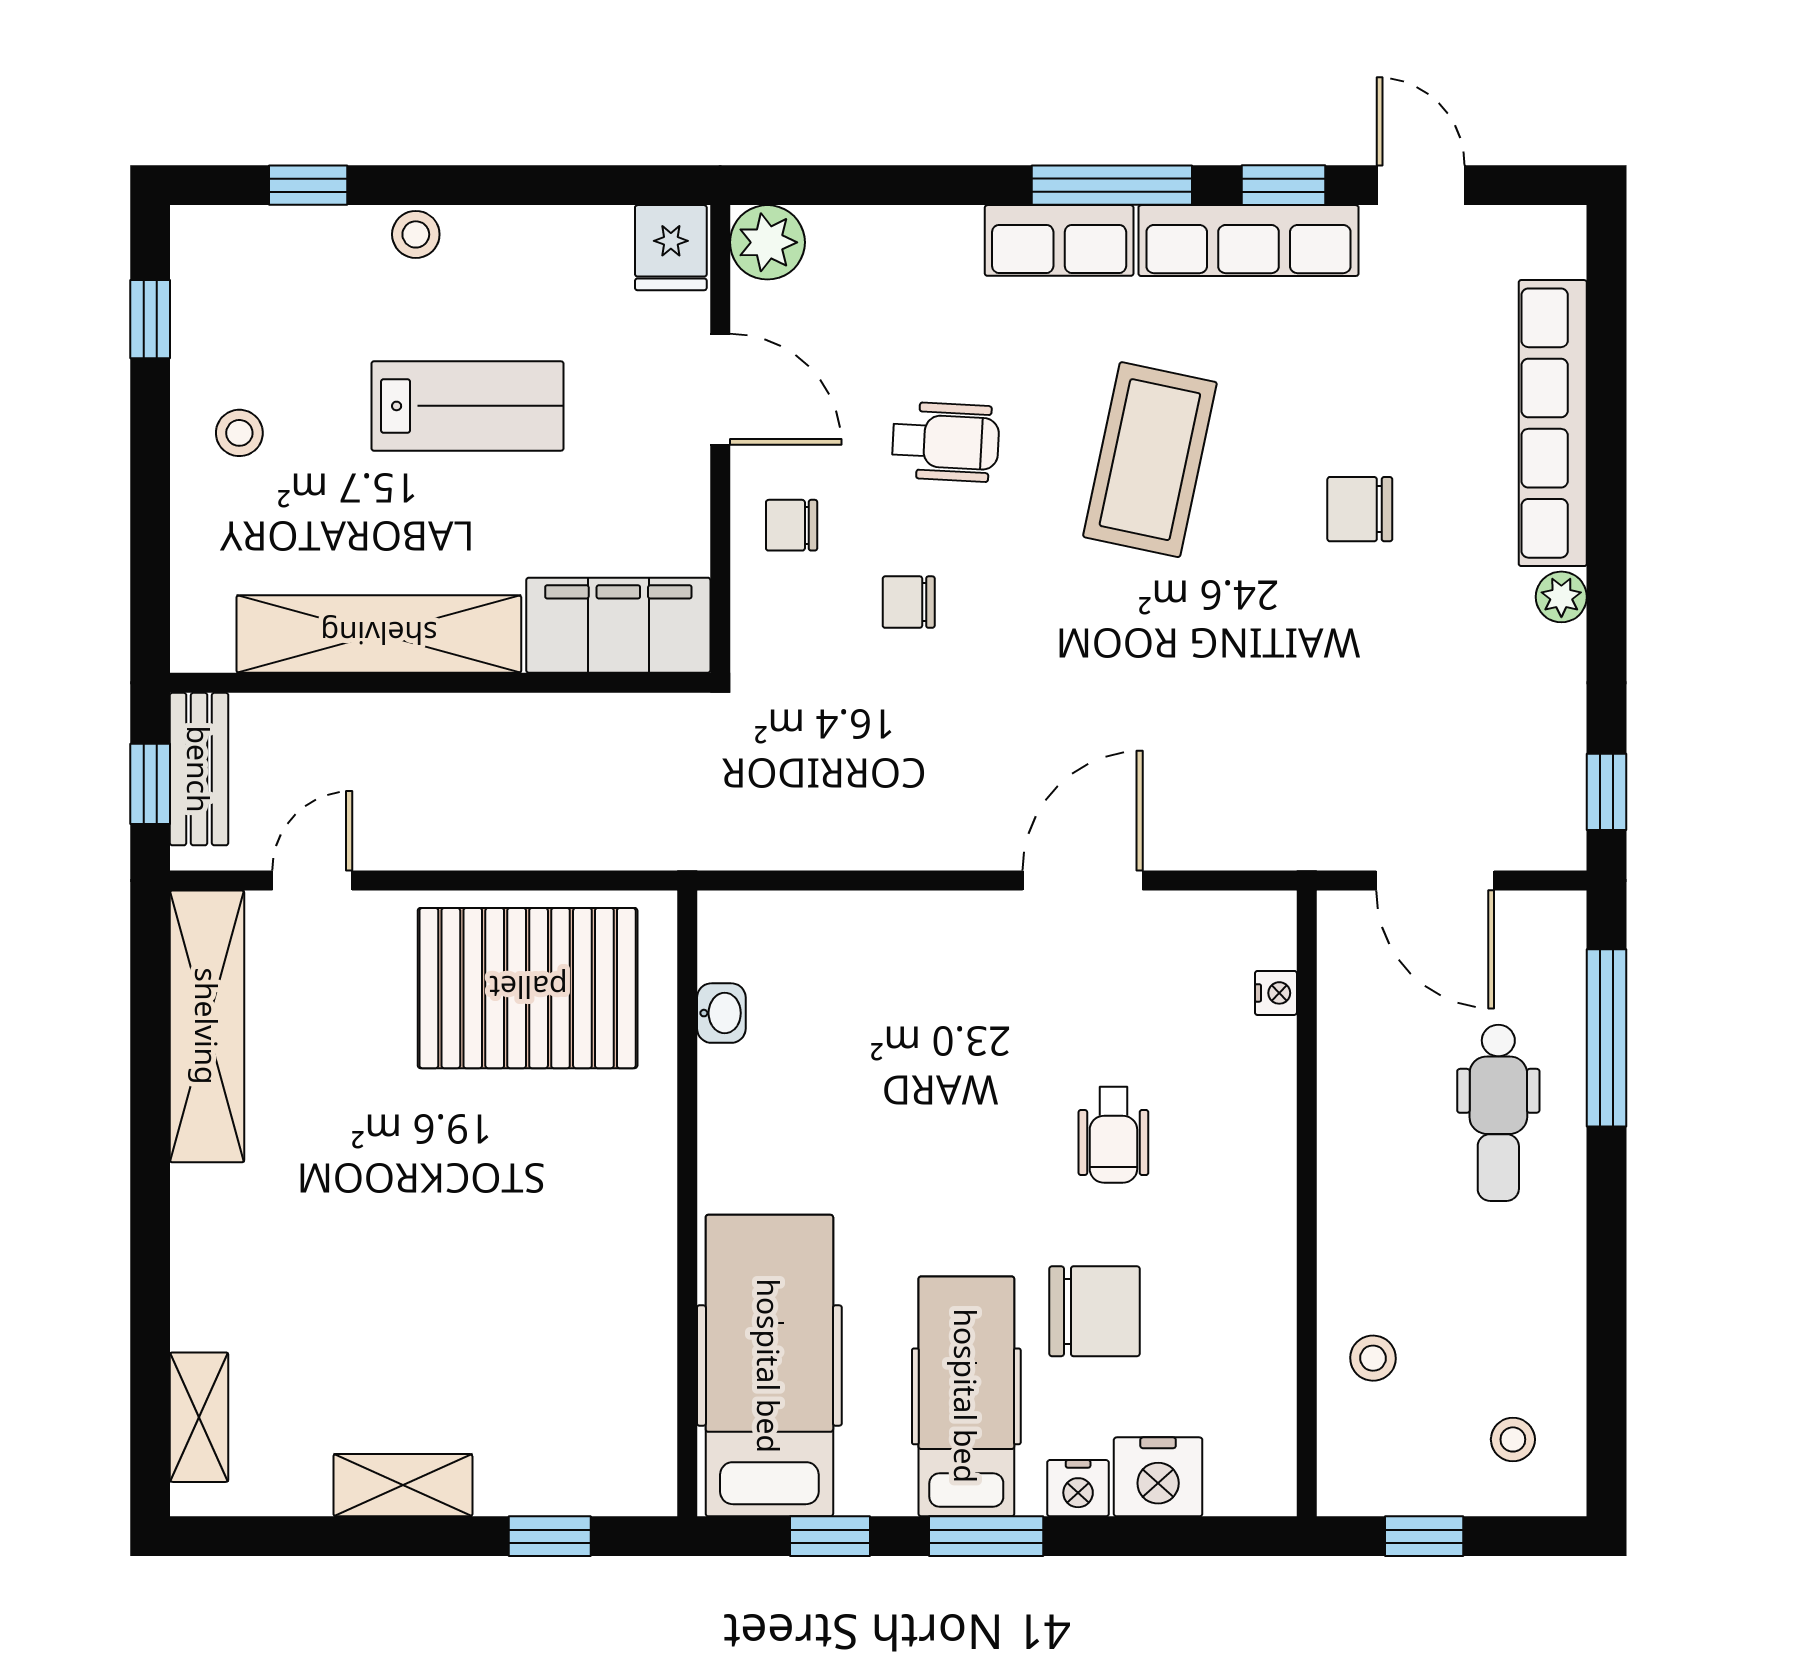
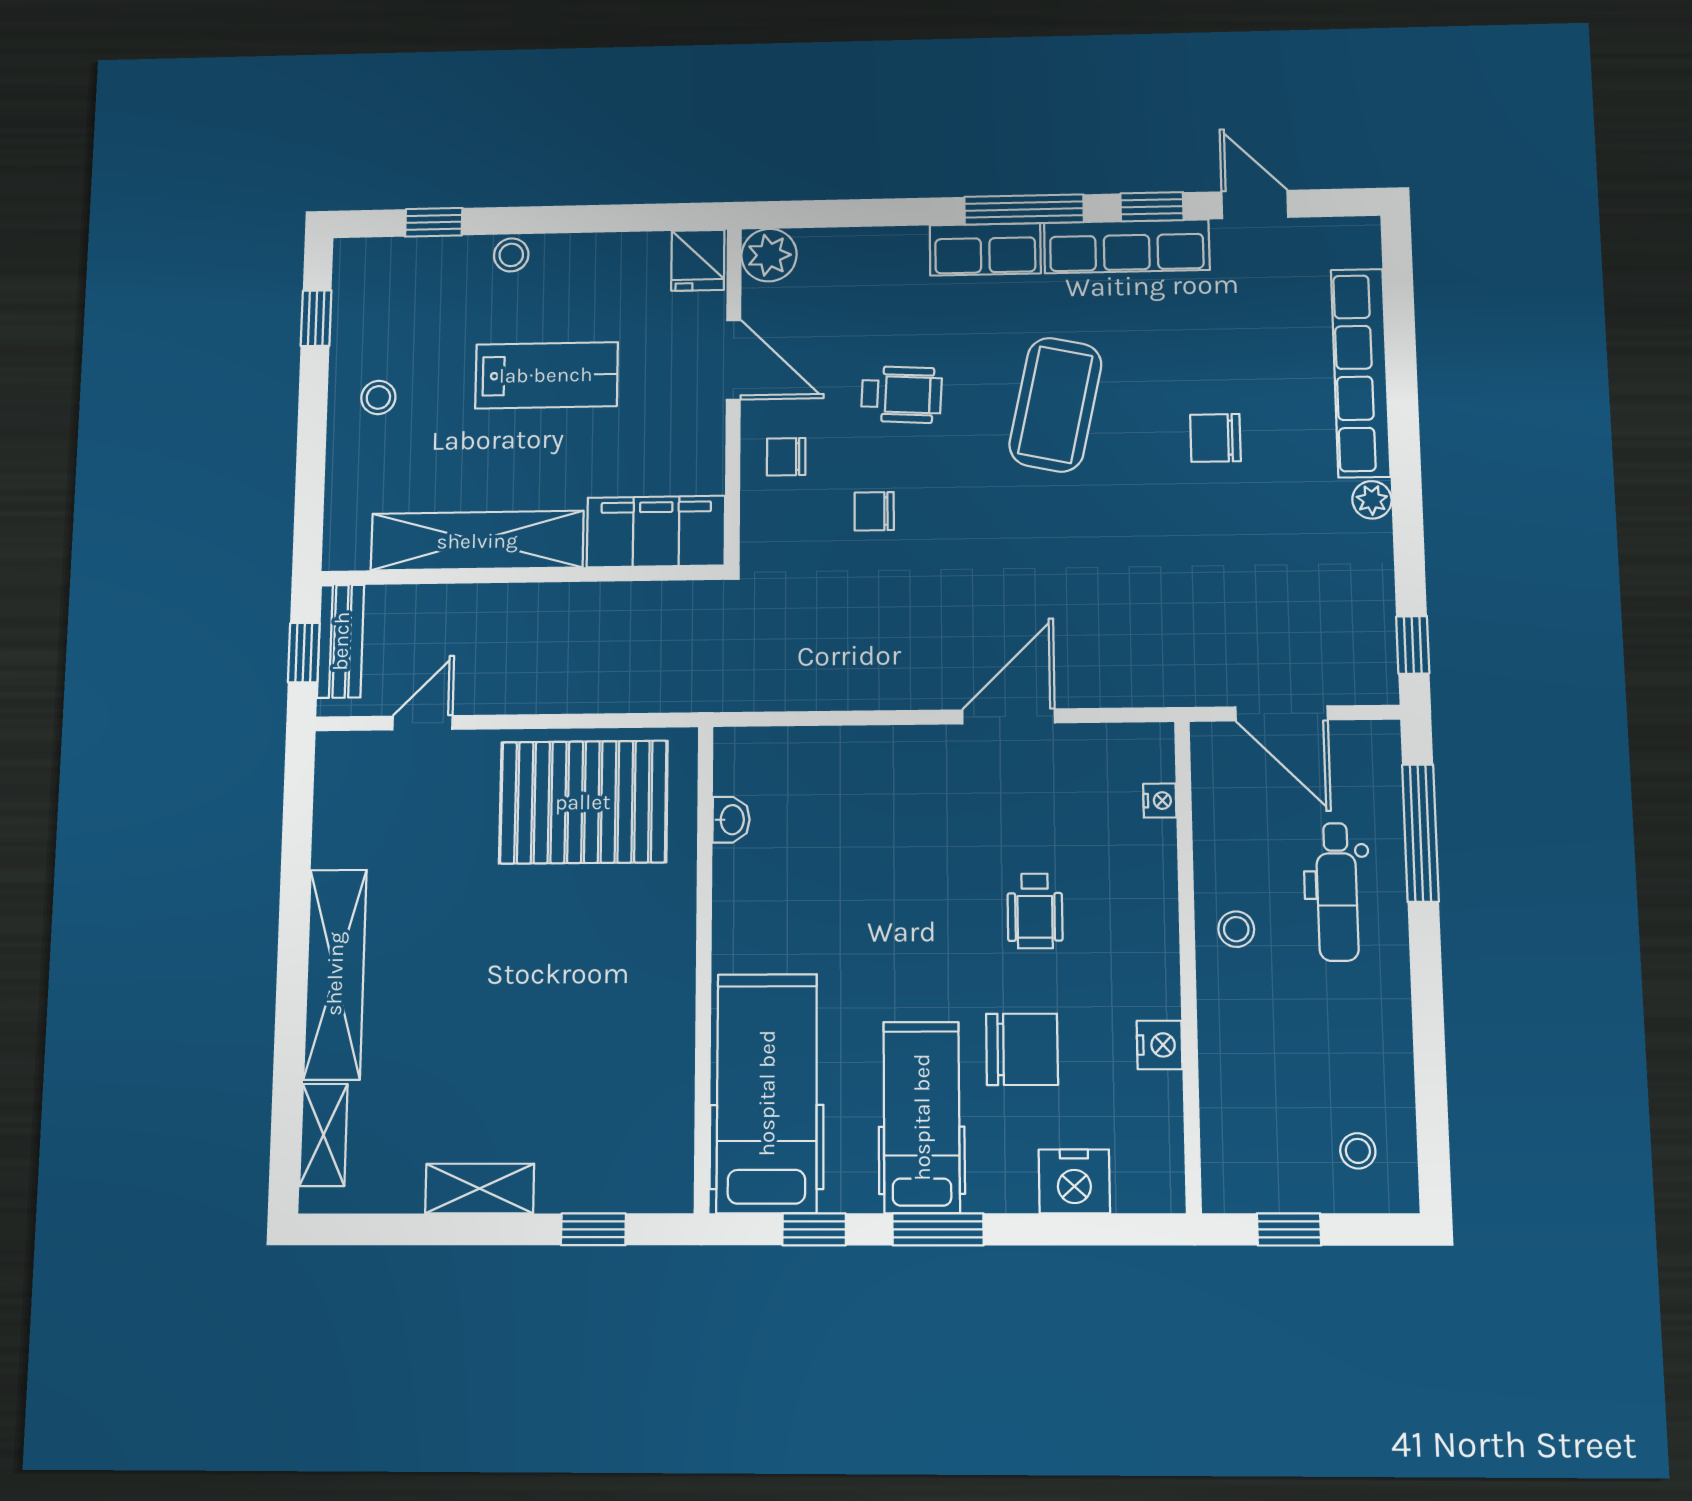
shelving: (207, 1026) -> (335, 974), moved
stool: (1373, 1358) -> (1236, 929), moved
nightstand: (1078, 1488) -> (1160, 1045), moved, turned -90

